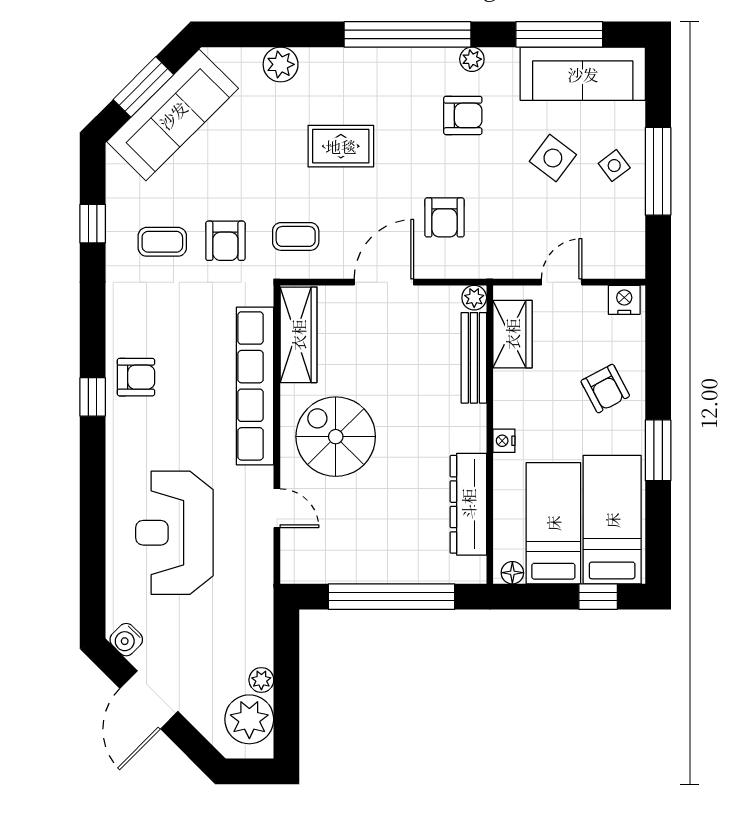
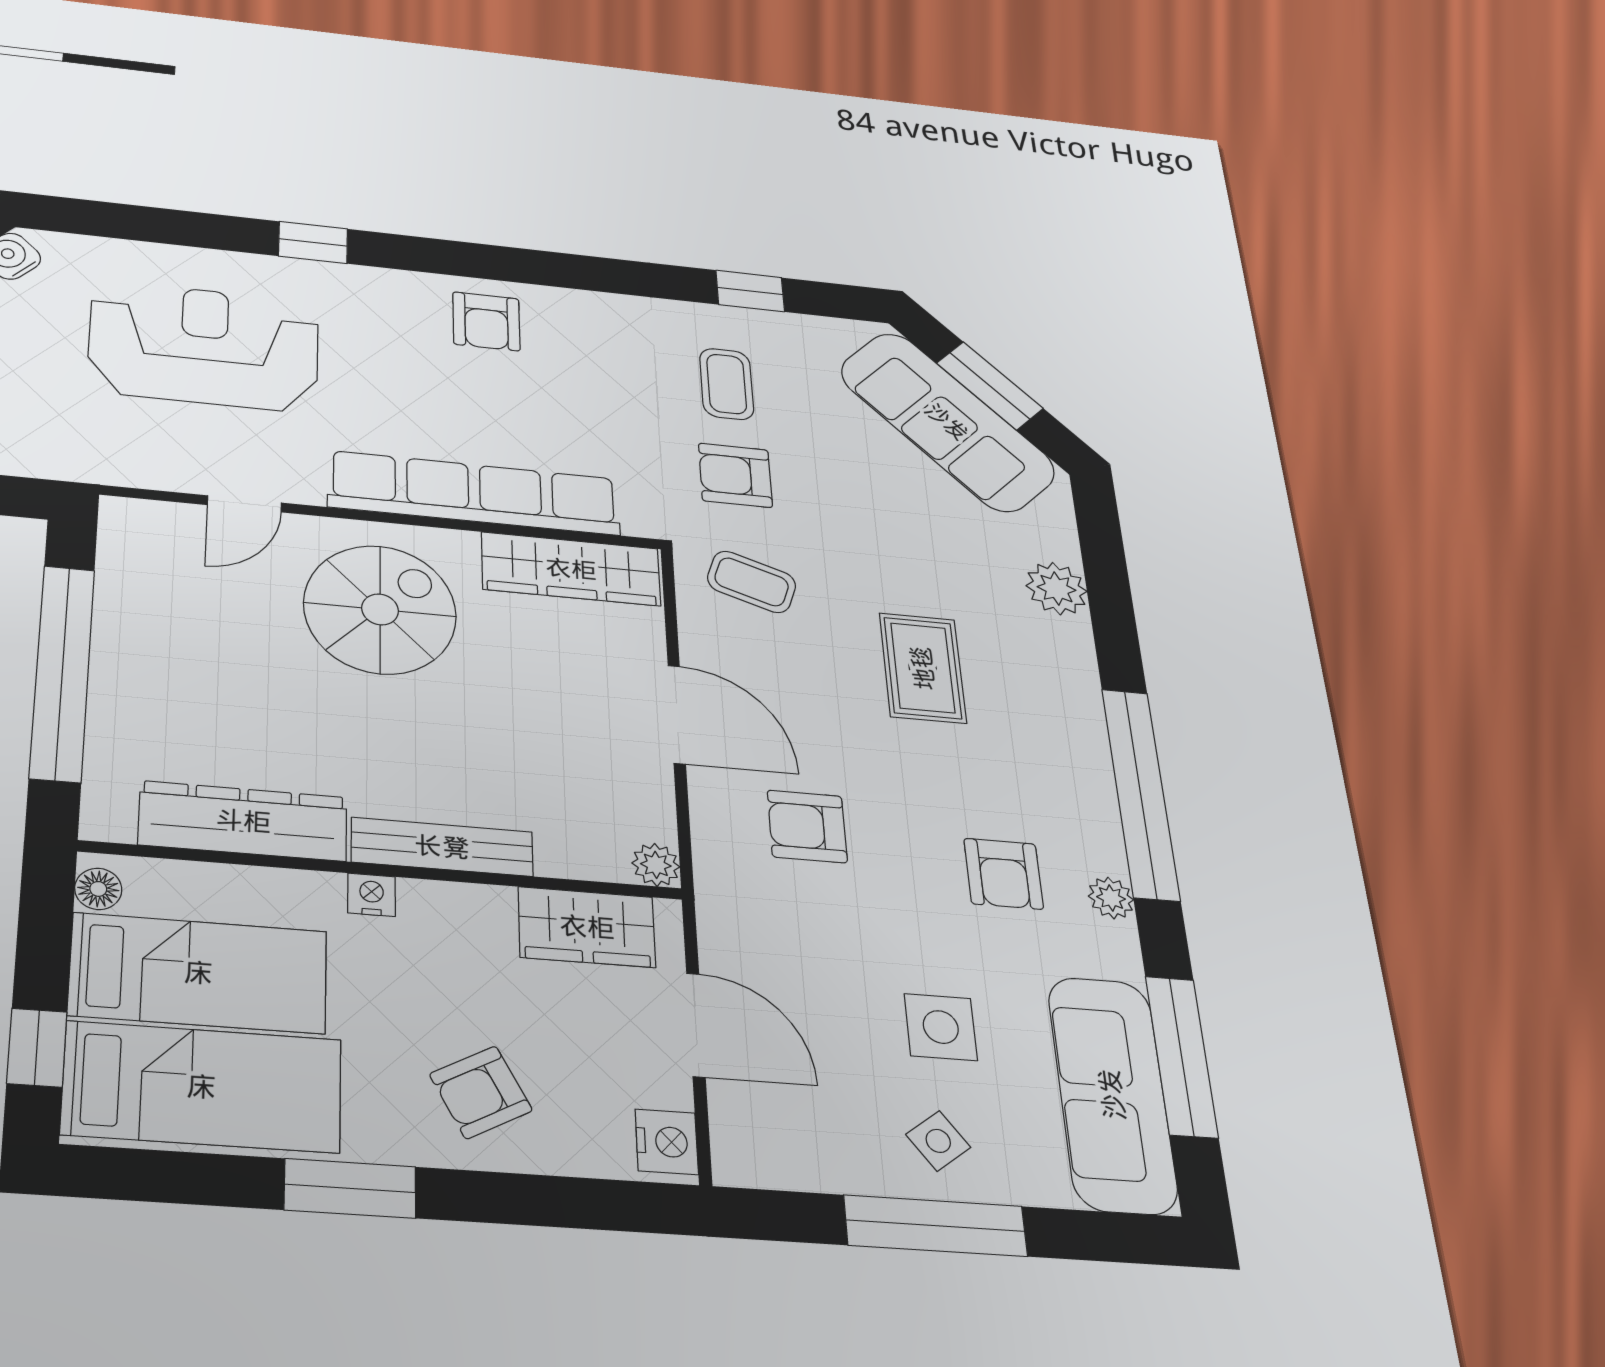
side table: (553, 158) -> (941, 1027), turned -37
coffee table: (296, 236) -> (752, 582), turned -71
door: (562, 282) -> (696, 1025), width x1.38
bench: (474, 358) -> (442, 847), moved
window: (93, 397) -> (313, 242), moved

